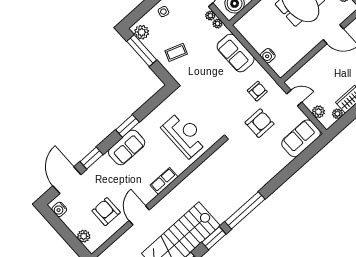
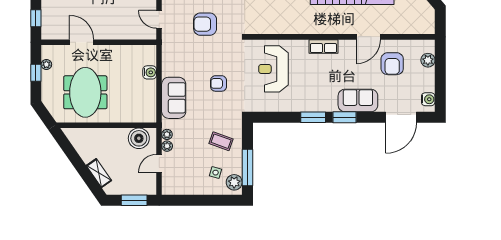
side table: (163, 12) -> (216, 173), moved
armchair: (257, 91) -> (219, 83), moved
sofa: (127, 147) -> (358, 101), moved
window: (91, 158) -> (344, 117), moved

